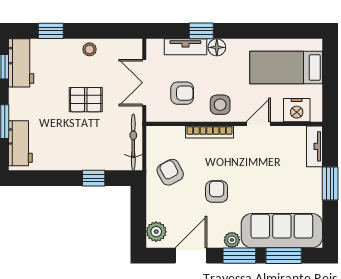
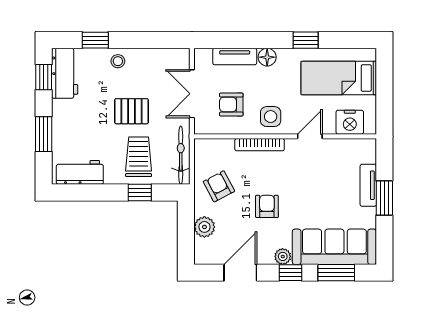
window: (201, 31) -> (306, 40), moved
stool: (90, 49) -> (118, 61), moved
armchair: (182, 93) -> (231, 105), turned 180
workbench: (20, 143) -> (80, 172), moved, turned -90
trolley: (93, 144) -> (139, 157), added
tv unit: (315, 146) -> (368, 185), moved
plant: (156, 232) -> (204, 227), moved
window: (239, 256) -> (290, 273), width x0.67

